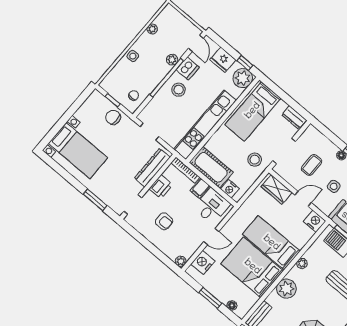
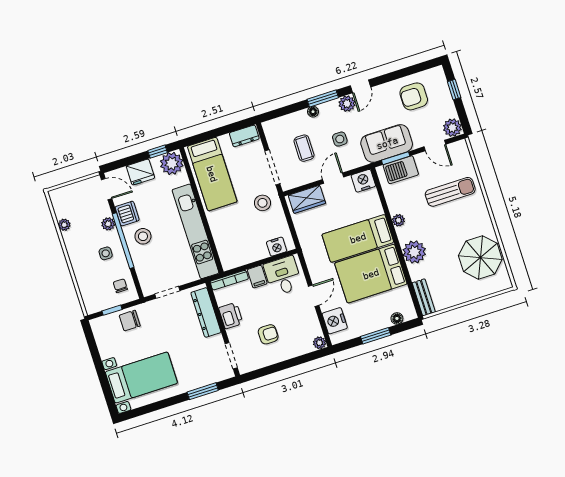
side table: (133, 56) -> (106, 253), moved
cot: (211, 167) -> (243, 252), removed

